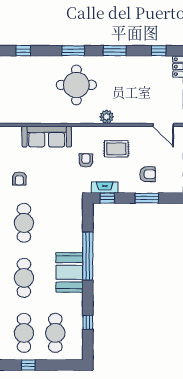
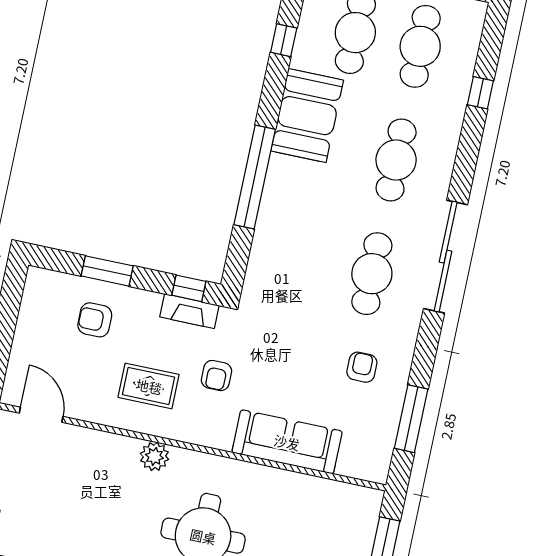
booth: (69, 272) -> (307, 116), moved

